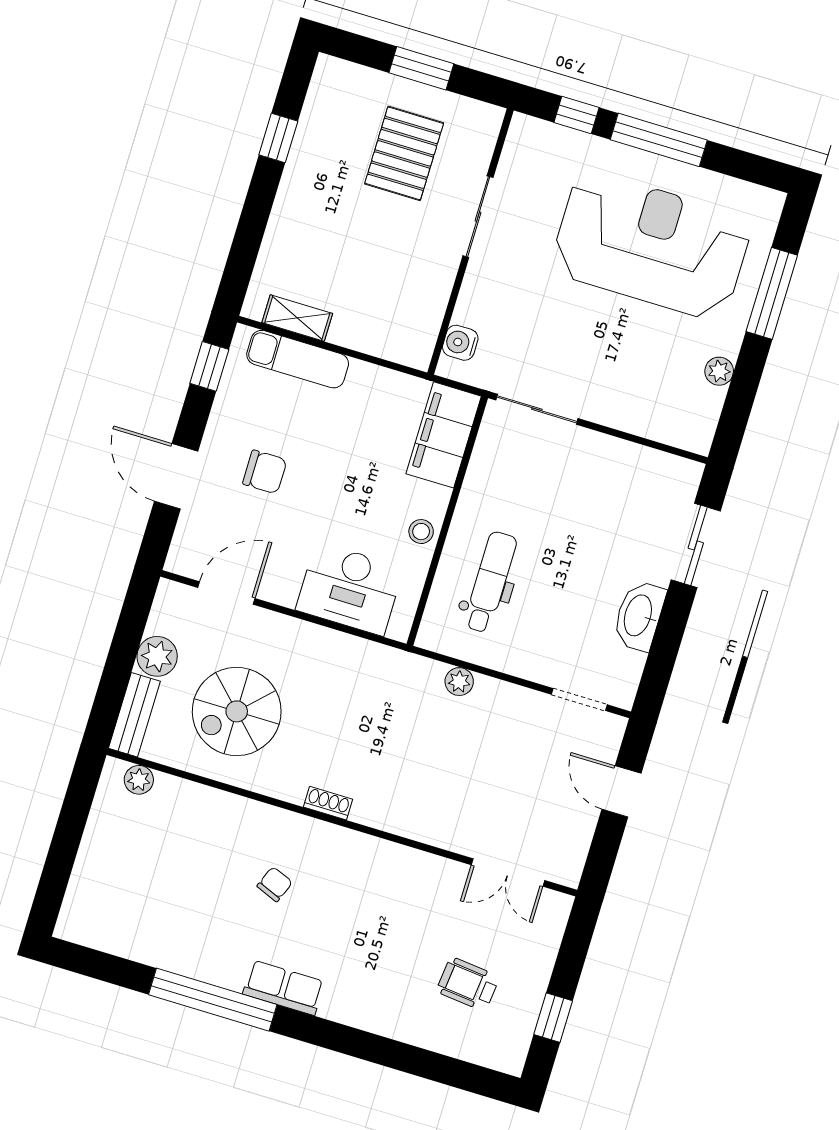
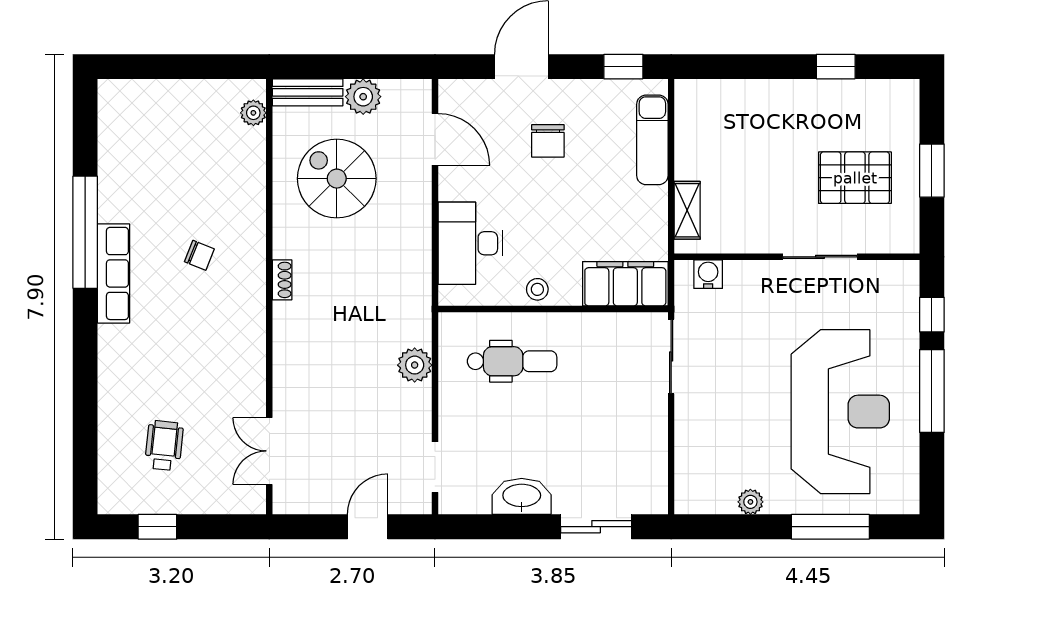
shelving: (297, 318) -> (687, 210), moved
plant: (459, 682) -> (415, 365), width x1.38, depth x1.38
row of seats: (284, 988) -> (114, 273), width x1.48

